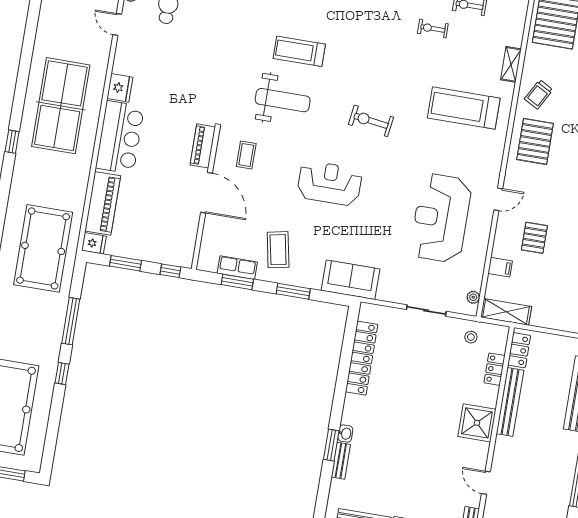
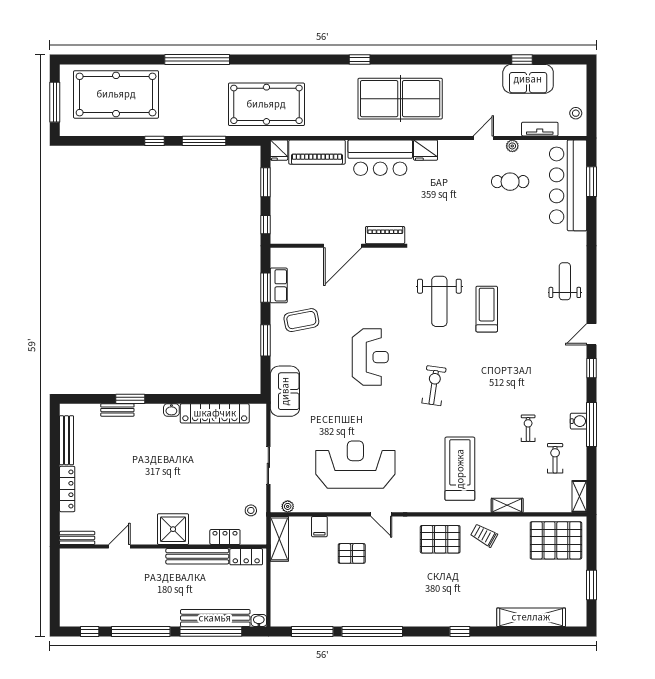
coffee table: (246, 155) -> (383, 276), removed
washbasin: (345, 433) -> (171, 410), moved

